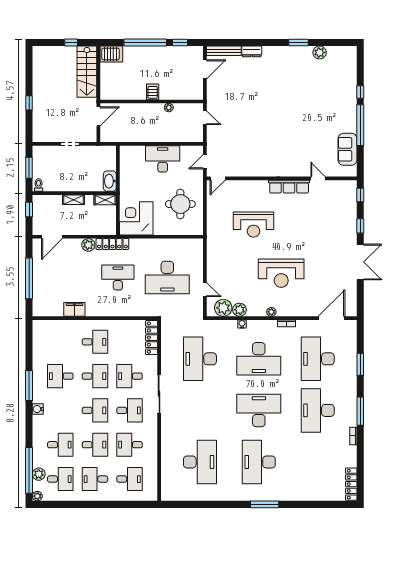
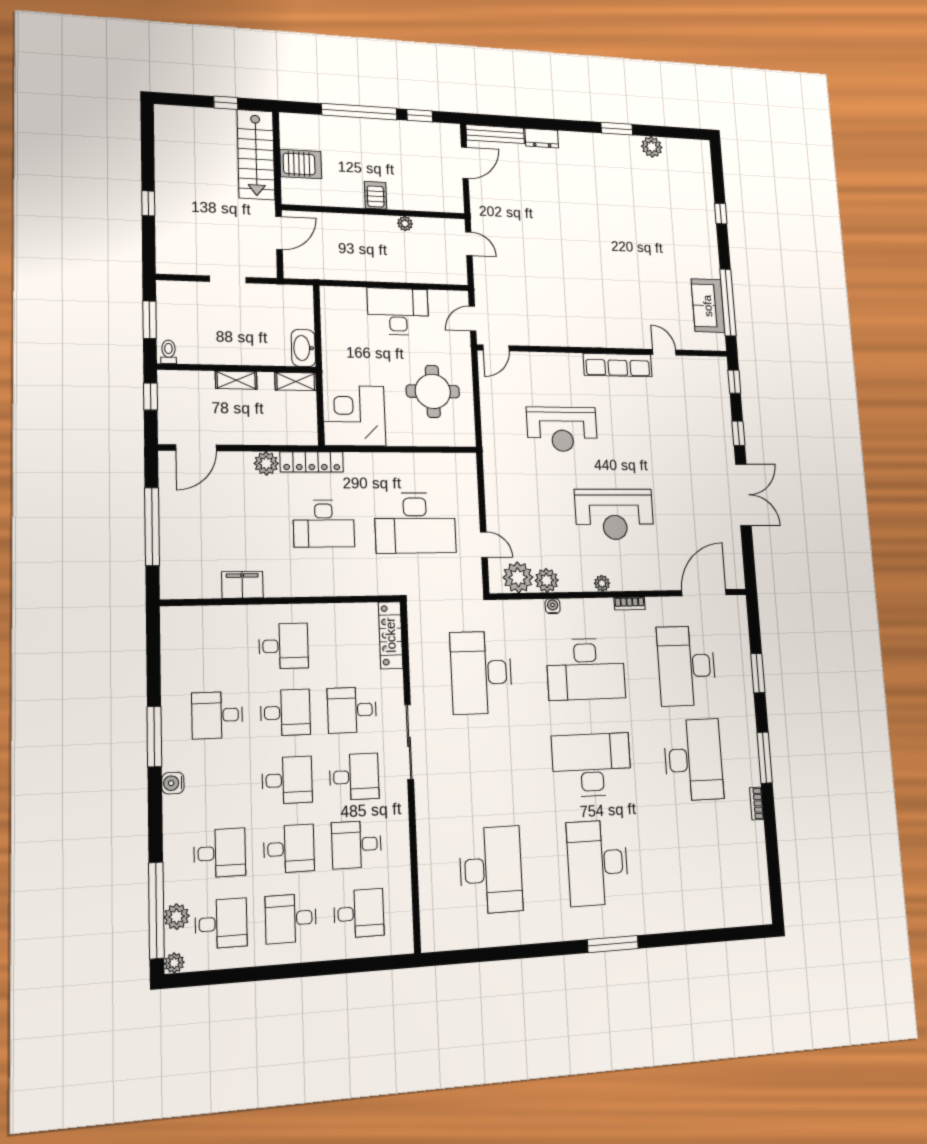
server rack: (111, 54) -> (301, 164), moved
window: (360, 125) -> (728, 302), moved
desk: (118, 277) -> (324, 524), turned 180
desk: (318, 410) -> (693, 760), turned 180
locker: (351, 484) -> (760, 893), removed

